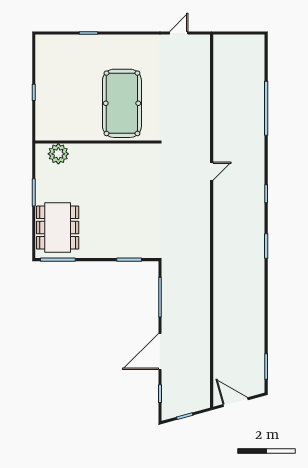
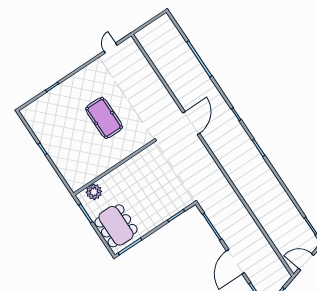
pool table: (122, 103) -> (104, 118), width x0.73, depth x0.76
wall: (97, 142) -> (114, 168), moved
plant: (58, 154) -> (94, 192), moved
door: (212, 171) -> (191, 123), width x1.88

